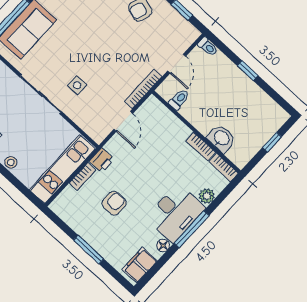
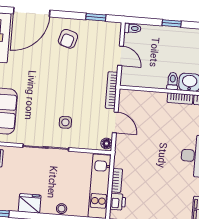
toilet: (179, 99) -> (173, 81), moved
floor lamp: (100, 135) -> (106, 144), added
printer: (102, 160) -> (118, 202), moved
armchair: (114, 203) -> (152, 182), removed

